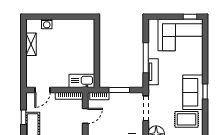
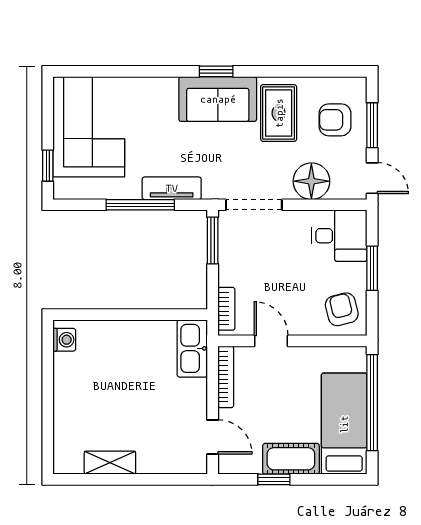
window: (190, 17) -> (48, 166), moved
washing machine: (47, 24) -> (64, 340), moved
window: (119, 90) -> (213, 240), moved

